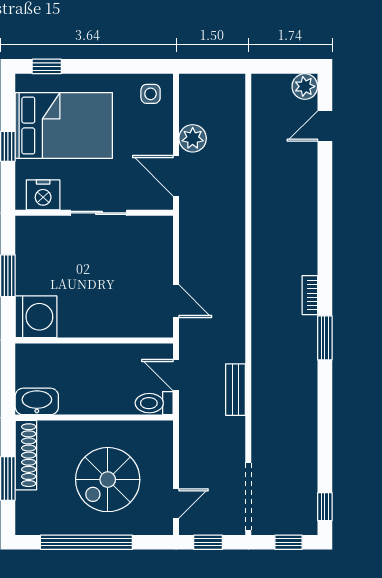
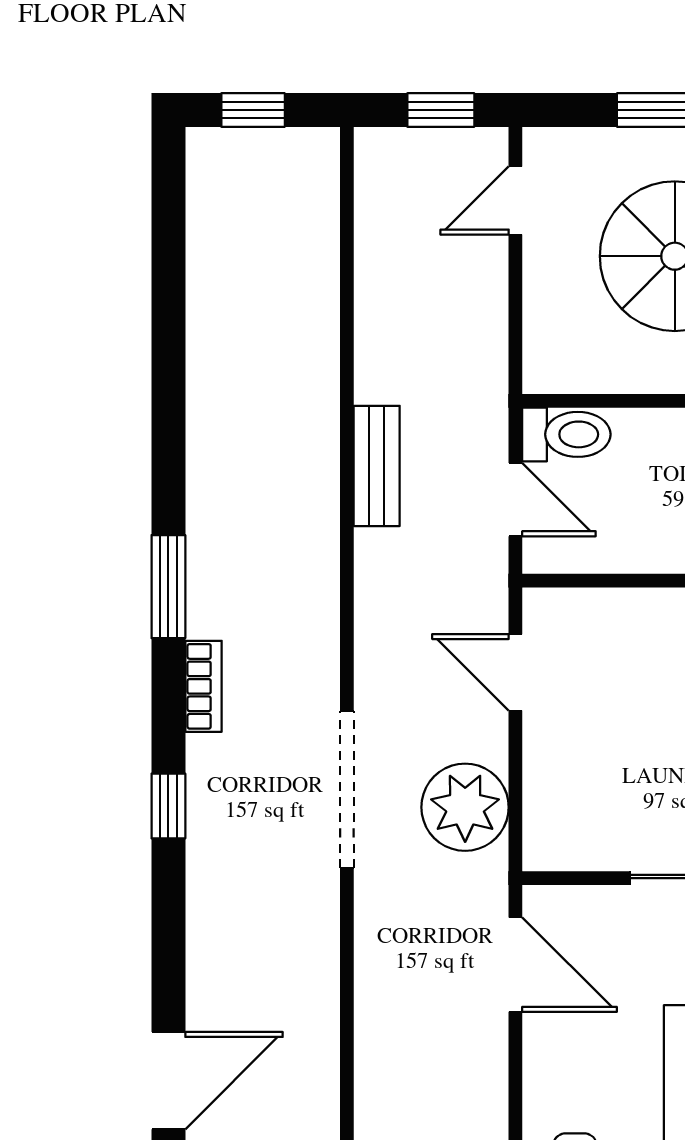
door: (325, 126) -> (168, 1081), width x1.38
plant: (193, 138) -> (465, 807), moved, width x1.36, depth x1.36
doorway: (248, 497) -> (347, 790), moved
window: (325, 507) -> (168, 806), moved

